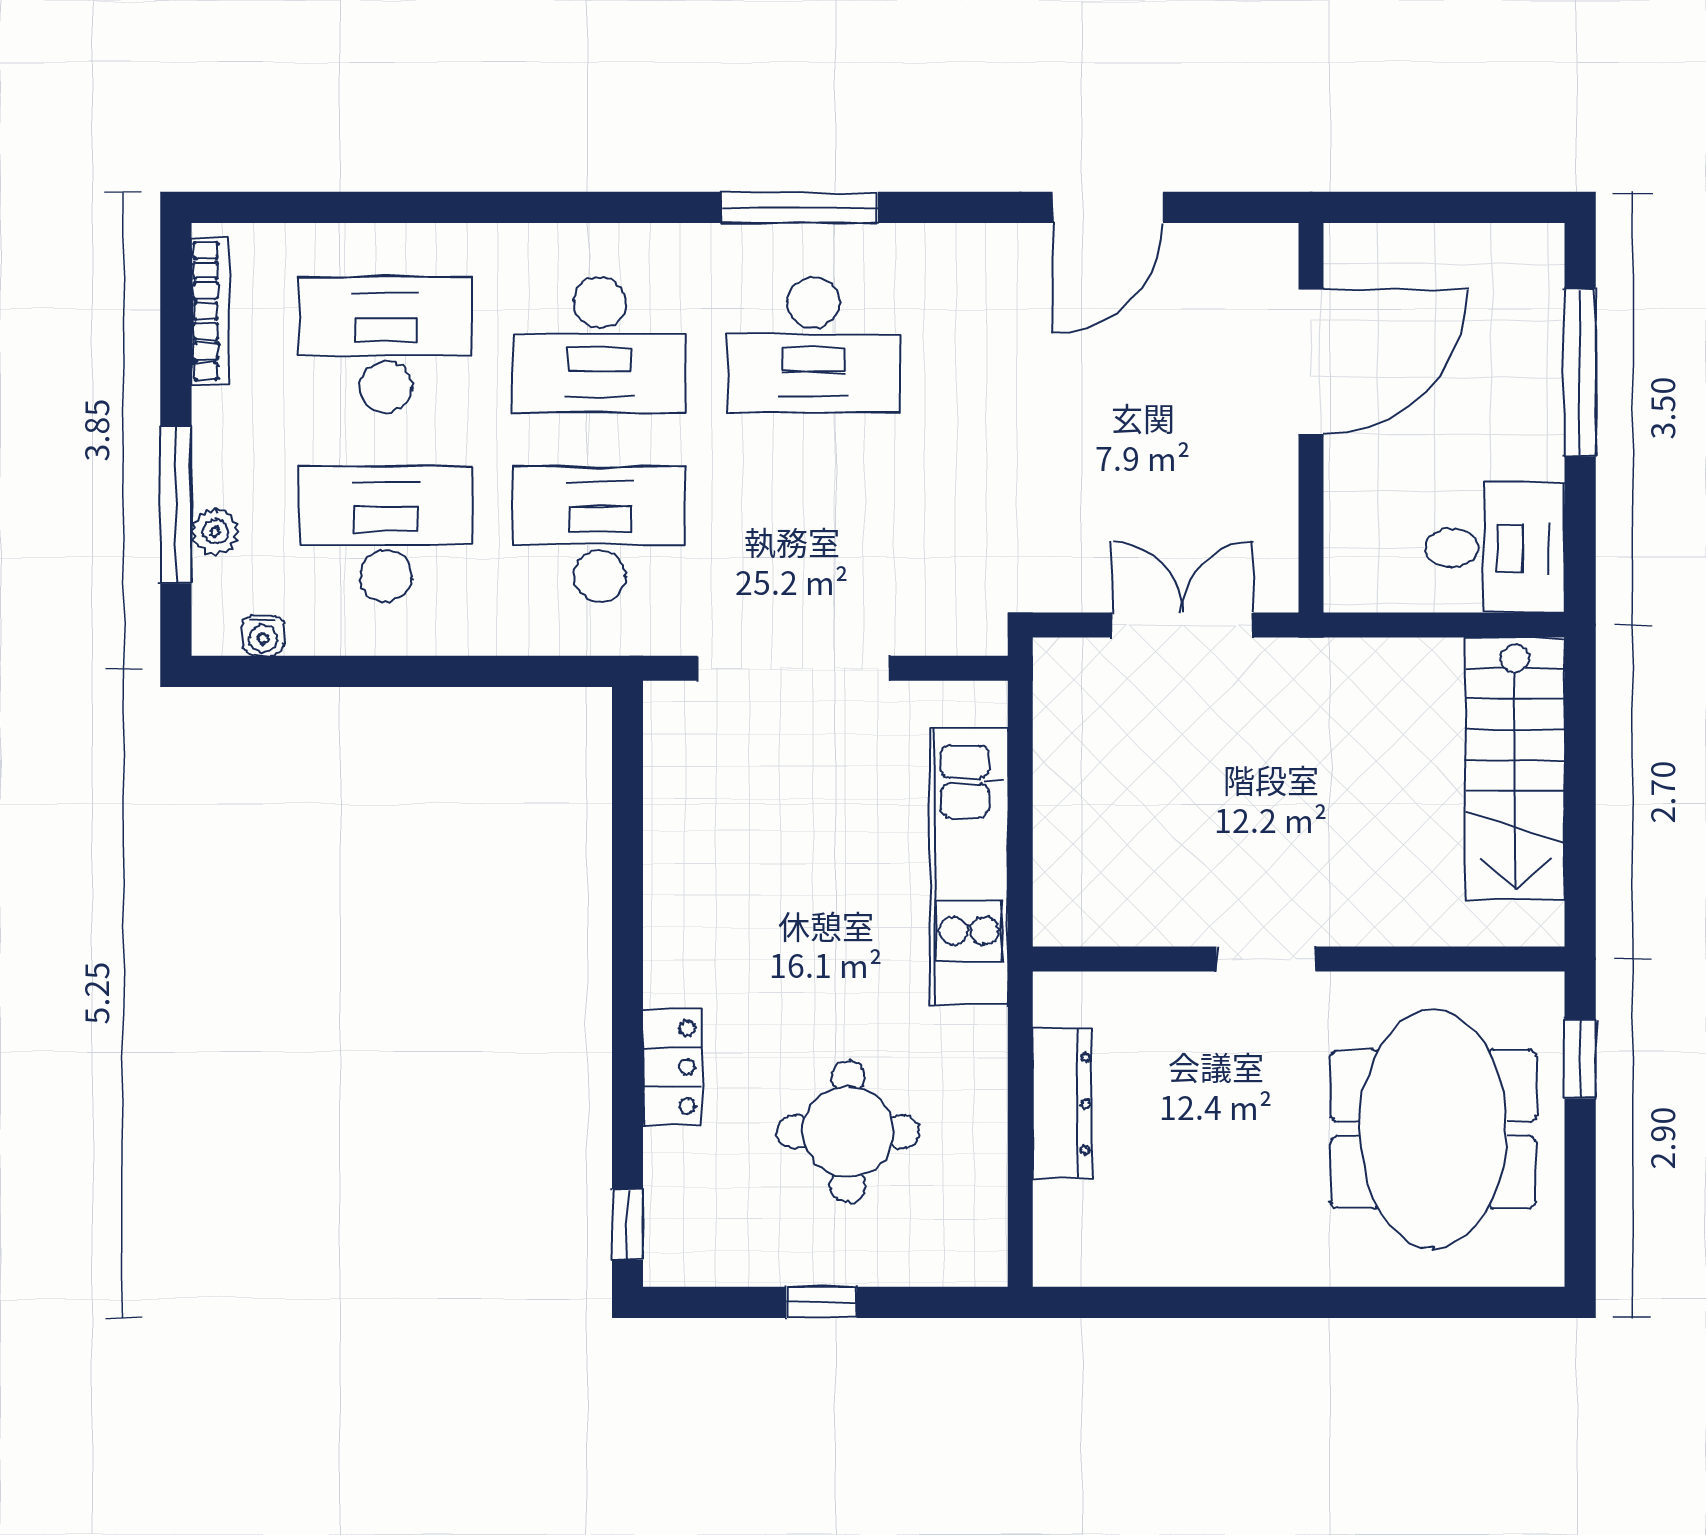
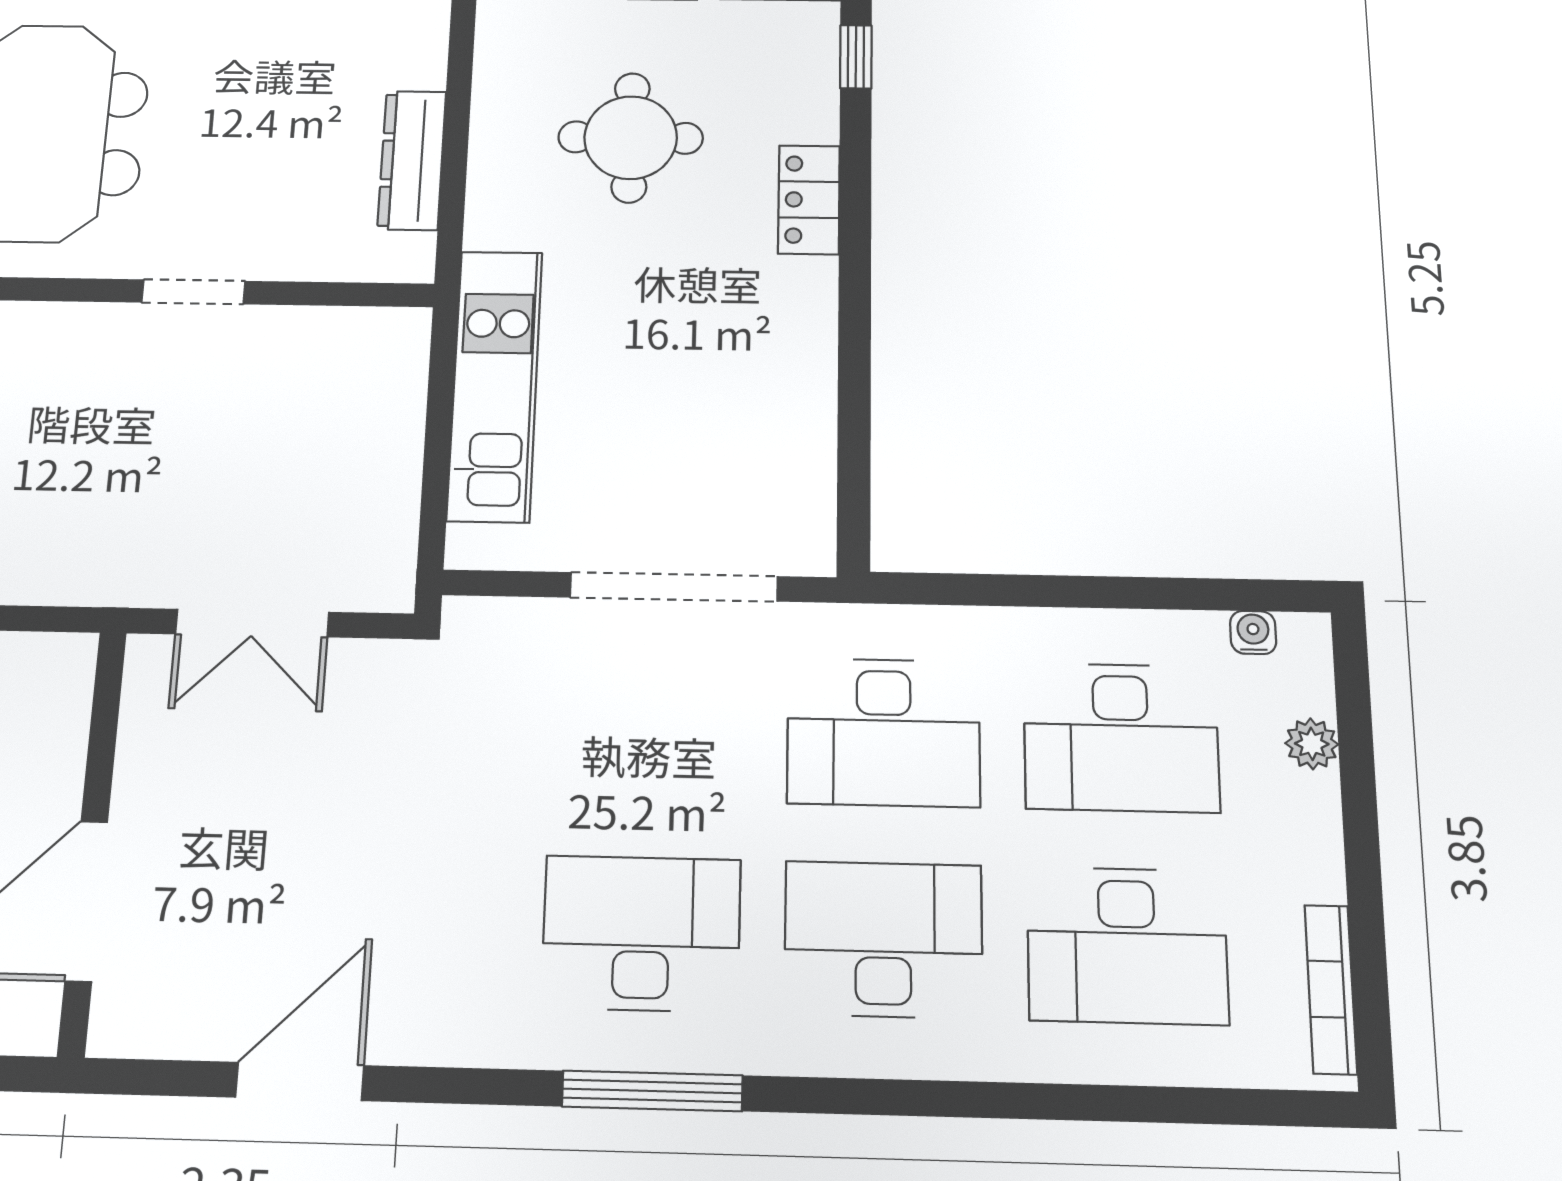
window: (176, 505) -> (1358, 774), removed

